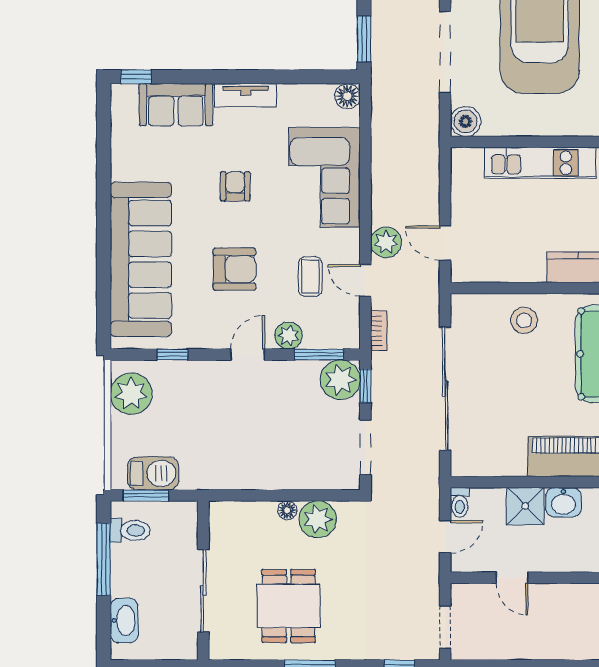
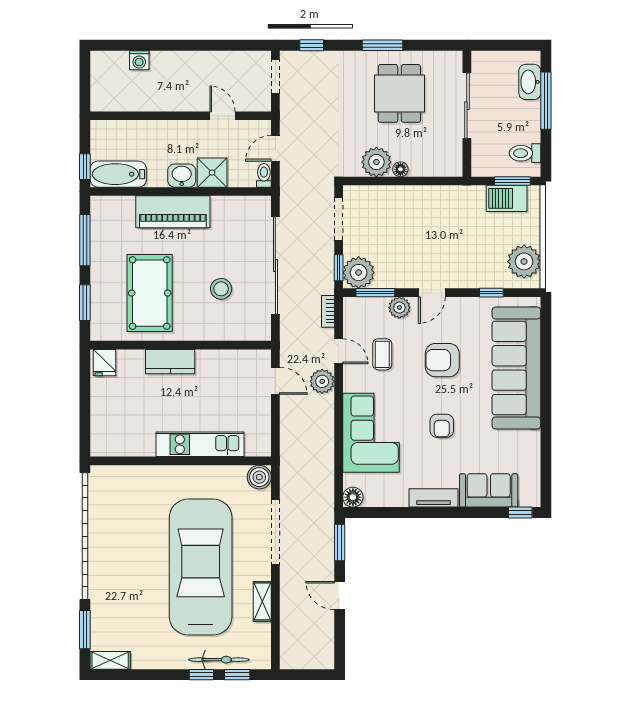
stool: (524, 320) -> (221, 289), moved
window: (104, 559) -> (546, 101), moved

